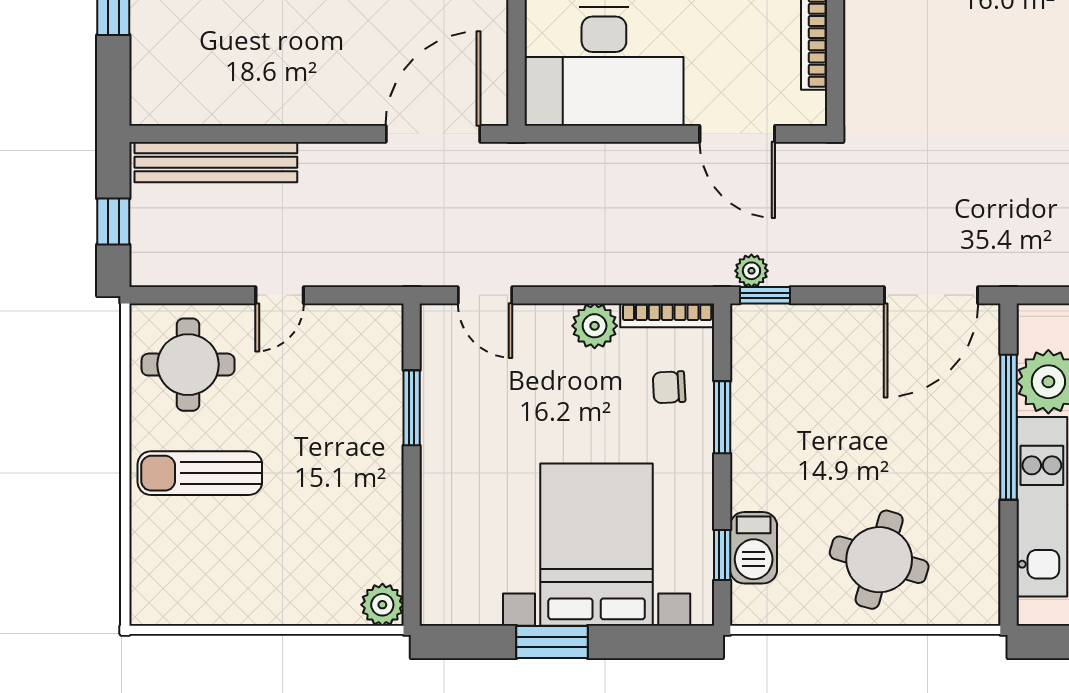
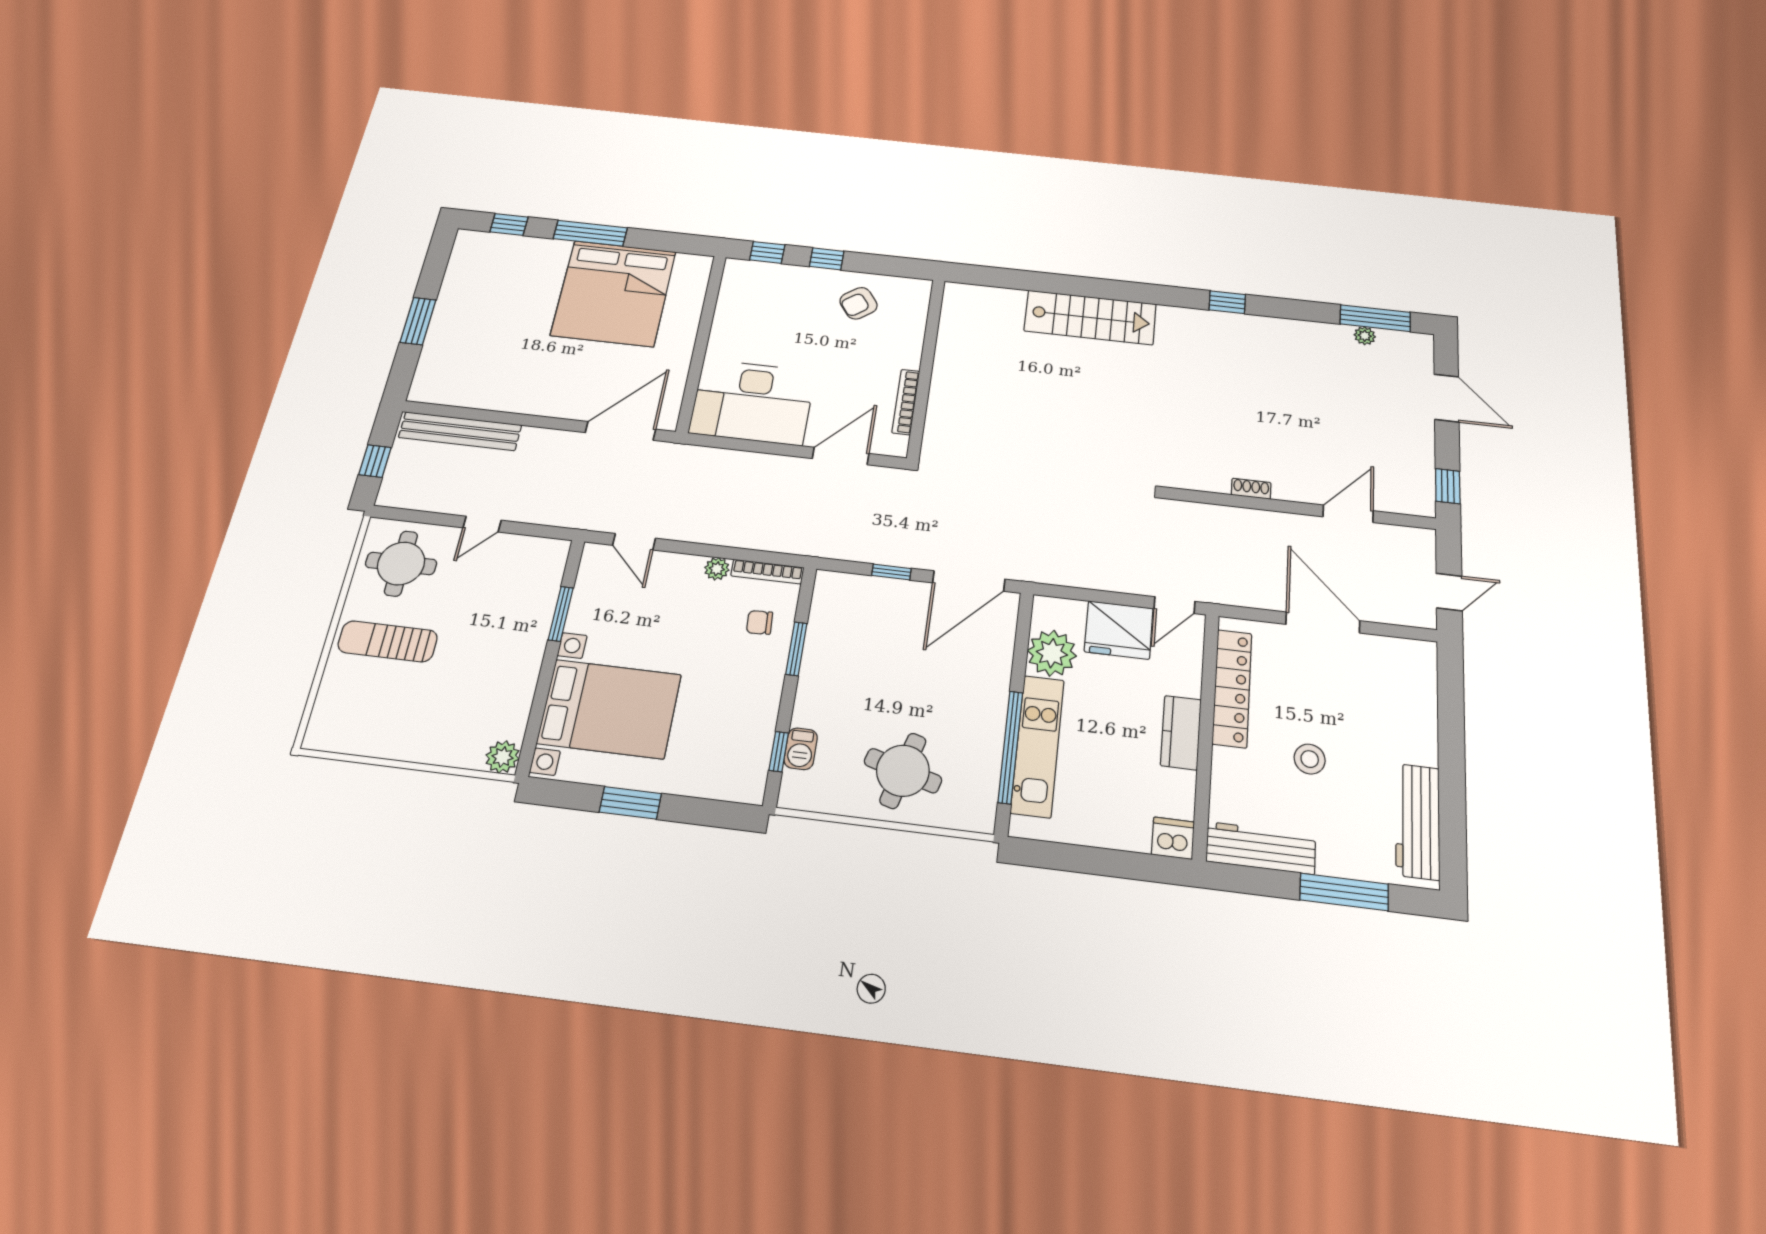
door: (737, 134) -> (841, 456), swing flipped
plant: (751, 271) -> (836, 548), removed
window: (765, 295) -> (891, 572), moved
plant: (595, 326) -> (717, 569), width x0.73, depth x0.73
window: (1008, 427) -> (1010, 747), moved
bed with nightstands: (597, 545) -> (609, 709), moved, turned 90
barbecue: (754, 548) -> (801, 749), width x0.73, depth x0.79

